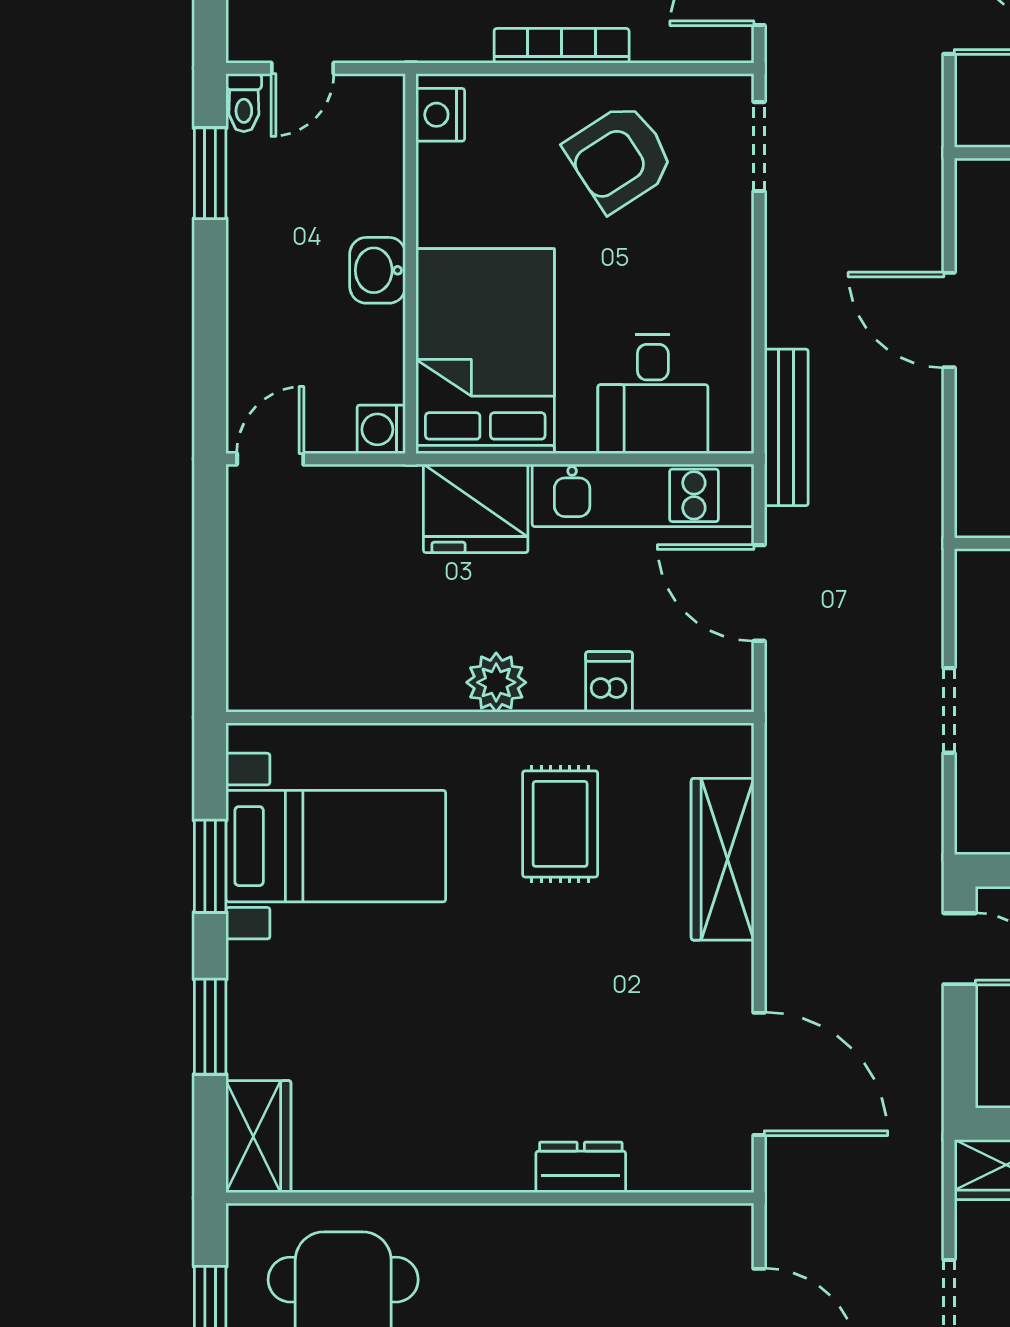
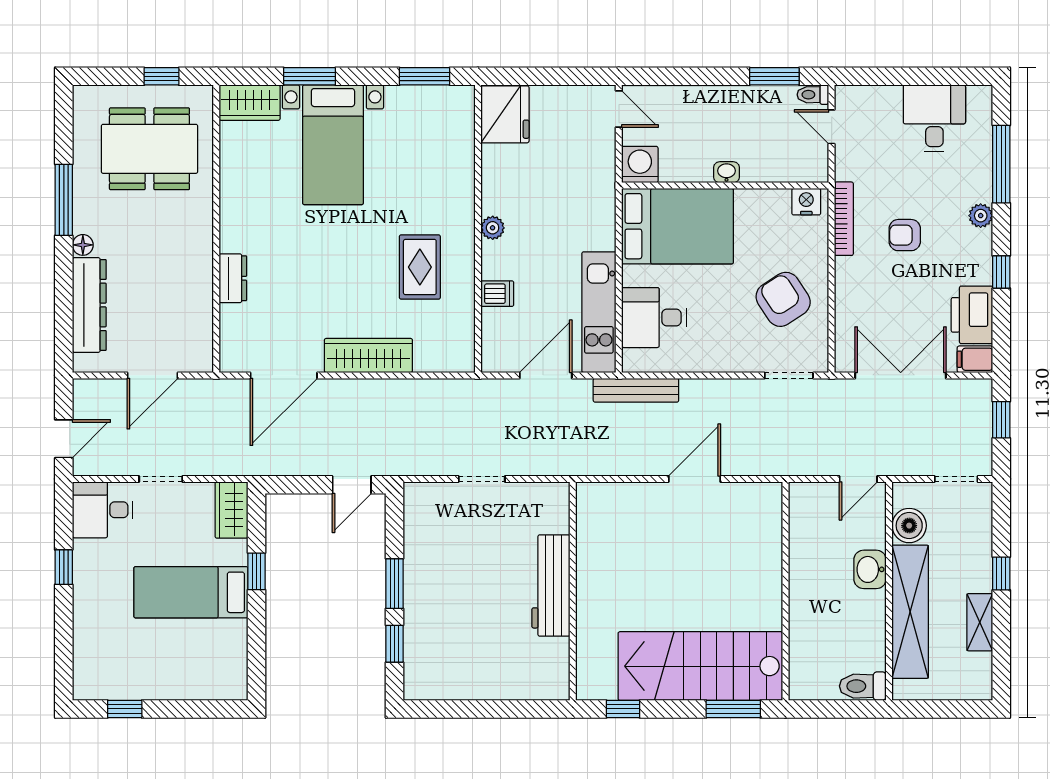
bookcase: (562, 46) -> (844, 219), moved
washbasin: (378, 270) -> (726, 172), width x0.72, depth x0.69
washing machine: (381, 429) -> (640, 165), width x1.38, depth x1.38
fridge: (476, 508) -> (505, 114), moved, turned 180
plant: (496, 682) -> (493, 228), width x0.73, depth x0.73
rug: (560, 824) -> (420, 267), turned 90
bed with nightstands: (336, 846) -> (333, 145), moved
wardrobe: (723, 859) -> (368, 355), moved
window: (210, 866) -> (424, 76), moved

